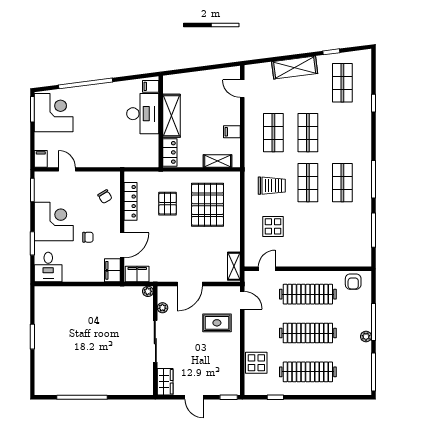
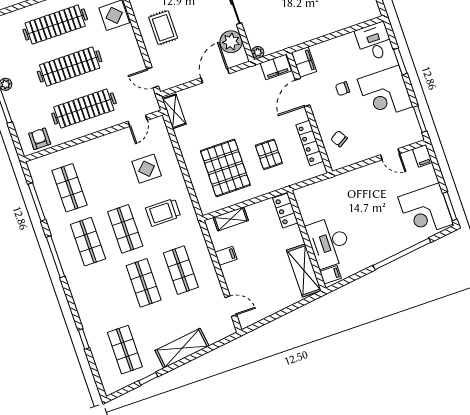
shelving: (172, 116) -> (304, 270), moved
shop shelf: (342, 233) -> (69, 188), added
plant: (162, 308) -> (231, 42), width x1.88, depth x1.88
rug: (217, 323) -> (163, 28), moved, turned 90

